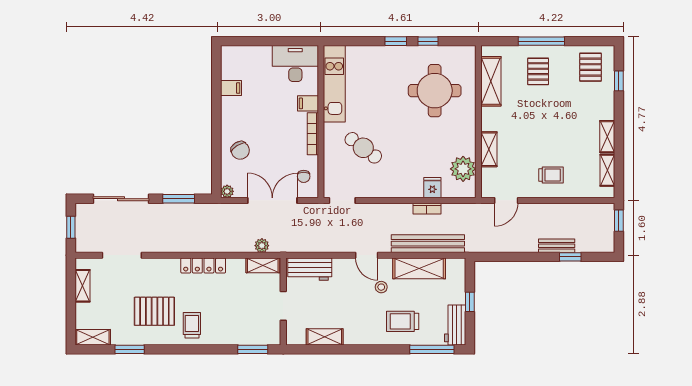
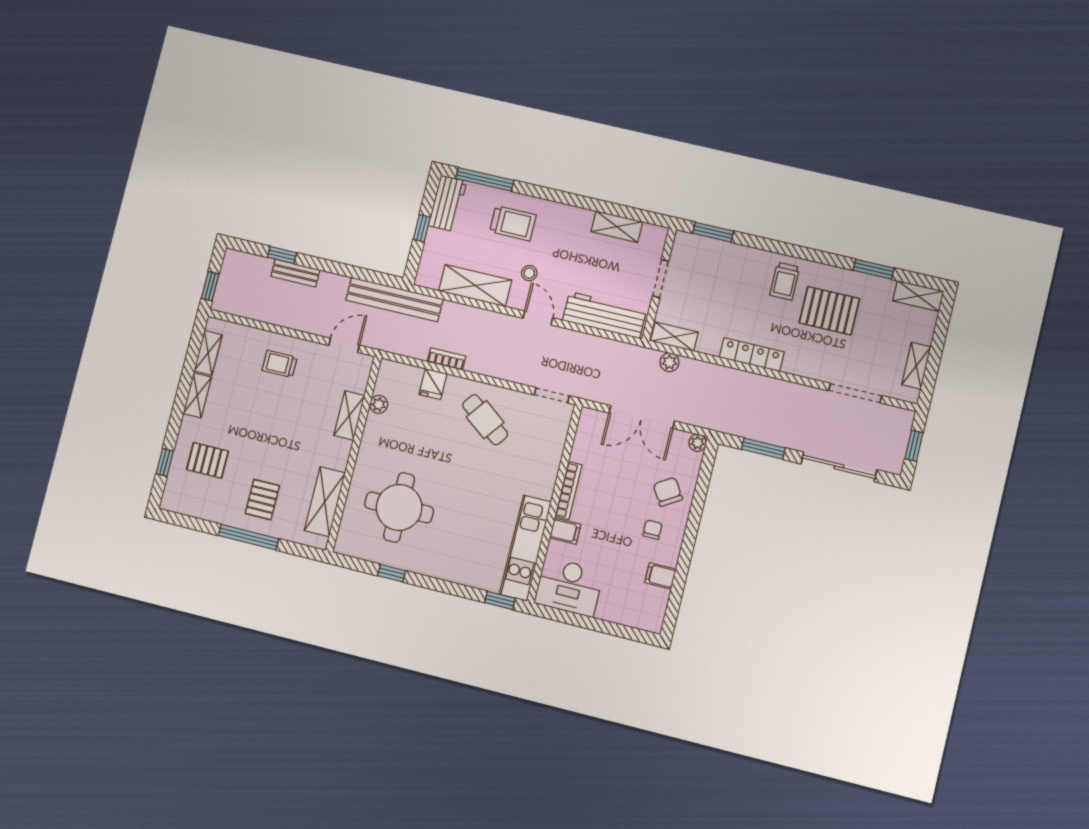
window: (396, 41) -> (500, 600), moved
pallet: (591, 67) -> (208, 460), moved, turned 90
cafe table: (363, 148) -> (485, 420), moved
plant: (463, 169) -> (379, 404), width x0.53, depth x0.53
chair: (304, 176) -> (652, 530), moved
bench: (428, 244) -> (394, 300), moved
workbench: (310, 269) -> (605, 315), width x1.38

